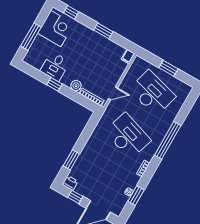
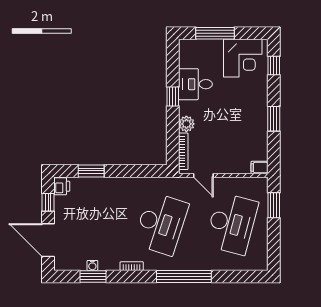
window: (169, 68) -> (274, 205), moved

